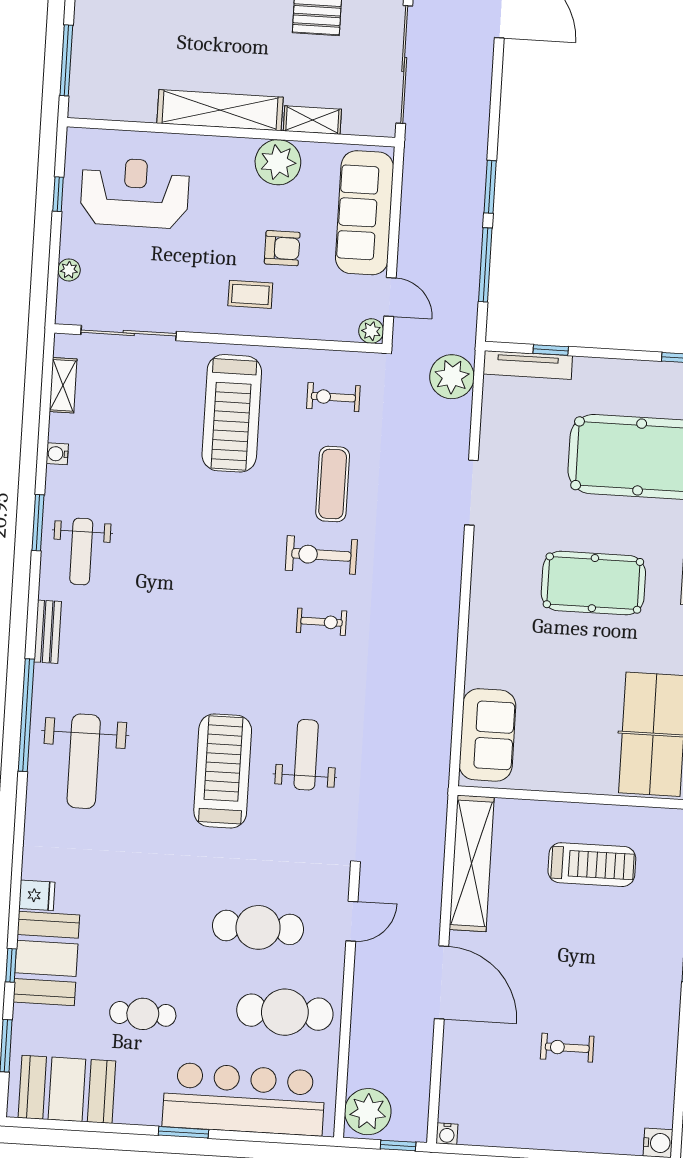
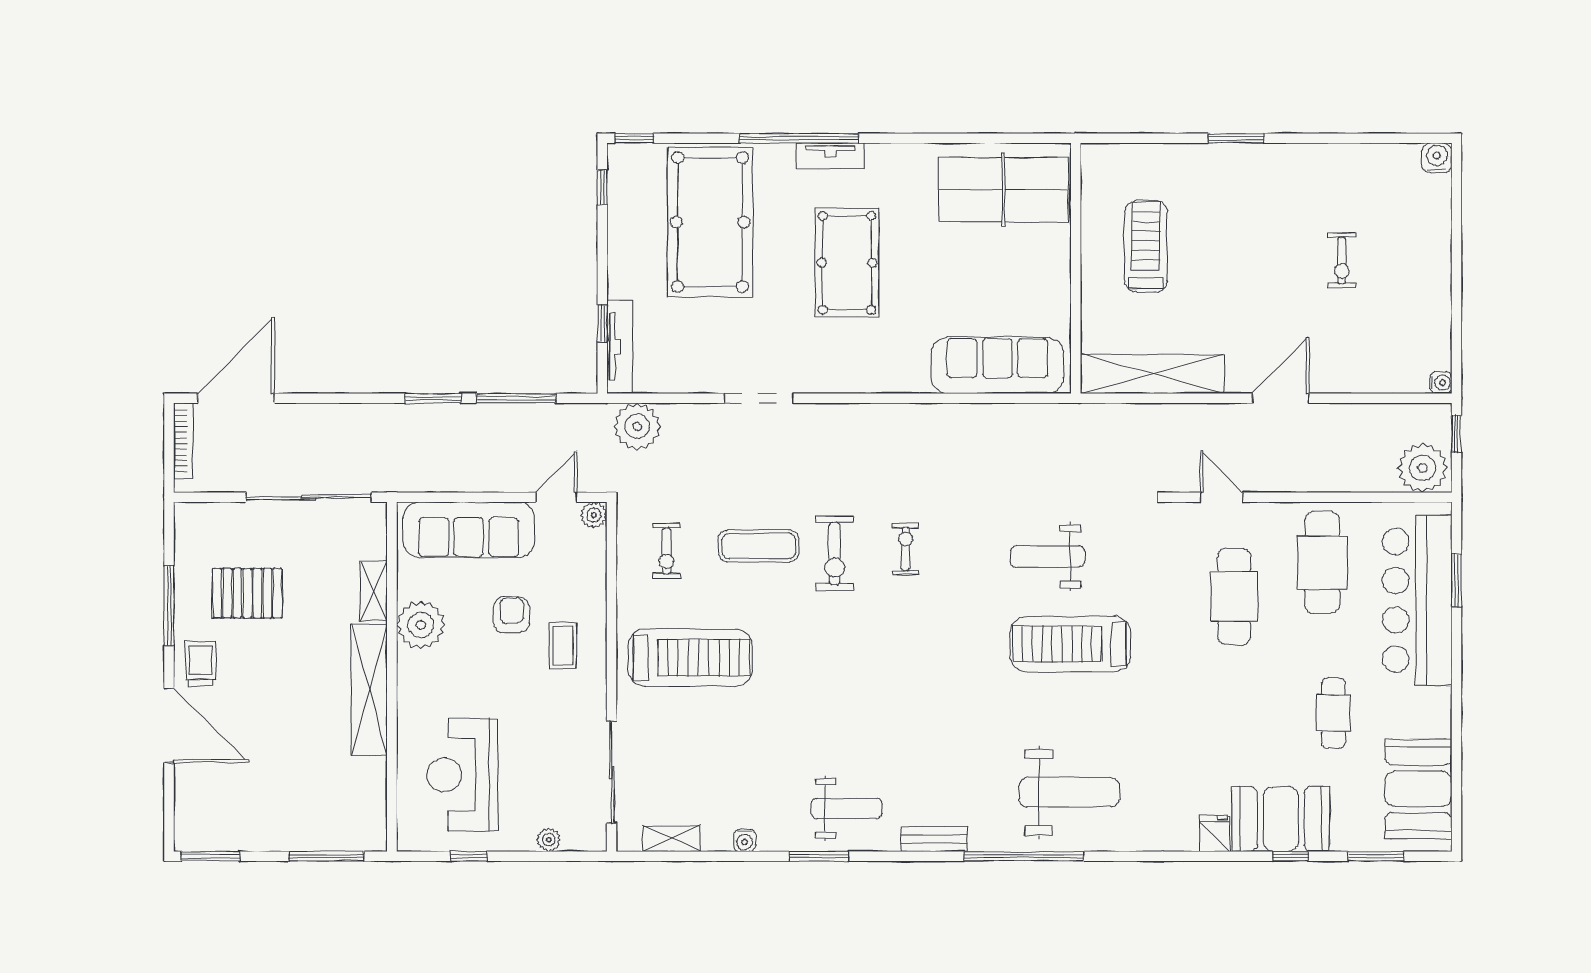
sofa: (487, 735) -> (997, 365), width x1.36
door: (441, 982) -> (1281, 398), width x0.73
window: (183, 1132) -> (1456, 580), moved

